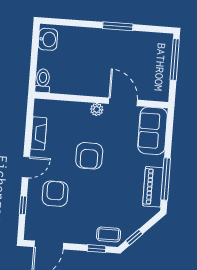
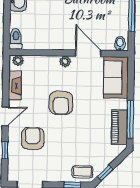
bidet: (159, 93) -> (120, 44), added
plant: (44, 105) -> (18, 60), added

